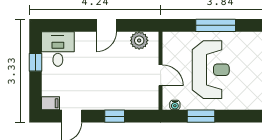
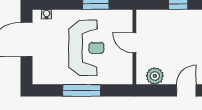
reception desk: (211, 70) -> (86, 48), turned 180
water cooler: (175, 105) -> (47, 14), moved

